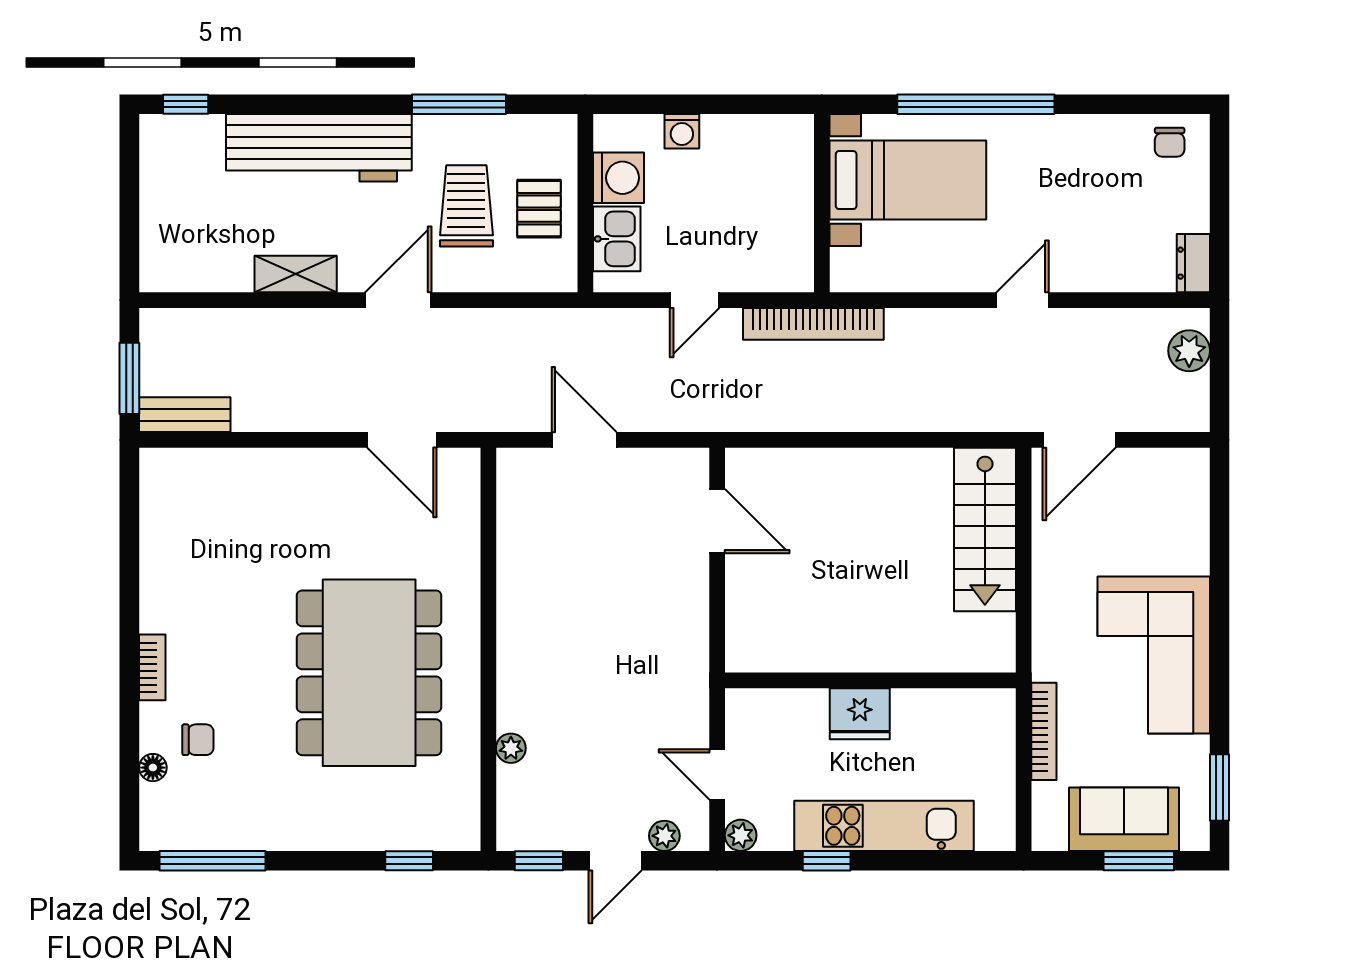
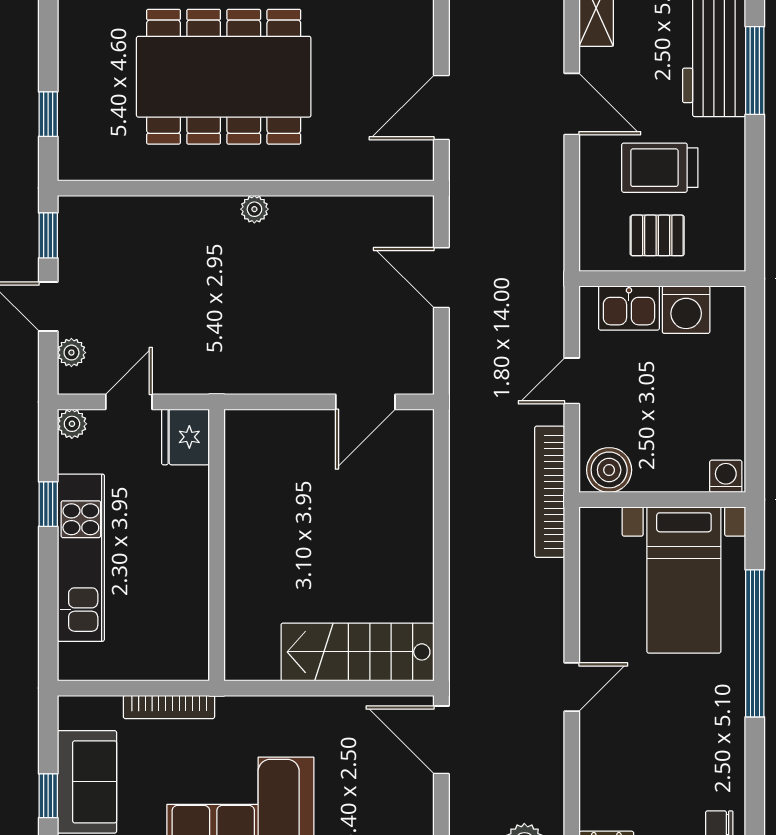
window: (459, 104) -> (755, 70), moved
washing machine: (682, 131) -> (726, 476), moved, turned 90
trolley: (466, 206) -> (660, 168), turned 180
boiler: (790, 260) -> (609, 470), added
door: (695, 300) -> (572, 381), hinge flipped
door: (1023, 300) -> (572, 687), hinge flipped
door: (584, 440) -> (441, 278), swing flipped
fridge: (860, 714) -> (185, 437), moved
plant: (511, 748) -> (254, 209), moved
window: (1139, 861) -> (48, 796), width x0.67

